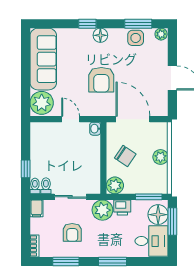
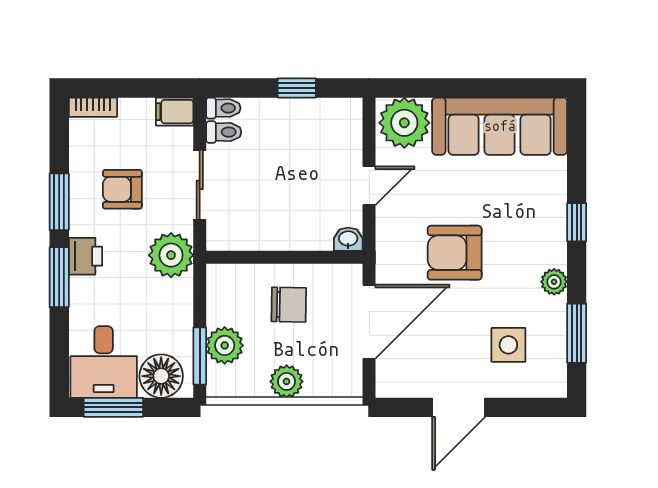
plant: (161, 34) -> (554, 282), moved
floor lamp: (100, 35) -> (551, 251), removed
side table: (136, 38) -> (508, 345), moved
chair: (125, 156) -> (289, 305), turned -123
window: (26, 169) -> (297, 88), moved
plant: (115, 185) -> (225, 345), moved
printer: (122, 207) -> (85, 256), moved, turned 180
window: (172, 221) -> (113, 407), moved
window: (66, 261) -> (59, 202), moved

